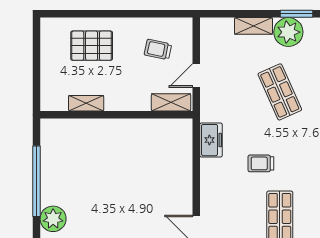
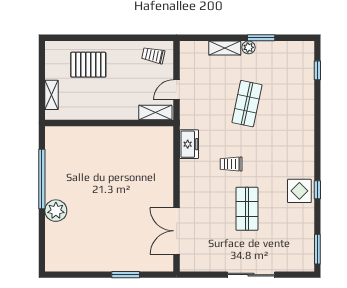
plant: (288, 32) -> (248, 47), width x0.53, depth x0.53
trolley: (158, 49) -> (153, 55), moved
shop shelf: (280, 92) -> (247, 104), turned 36
shelving: (86, 103) -> (52, 95), moved, turned 90

